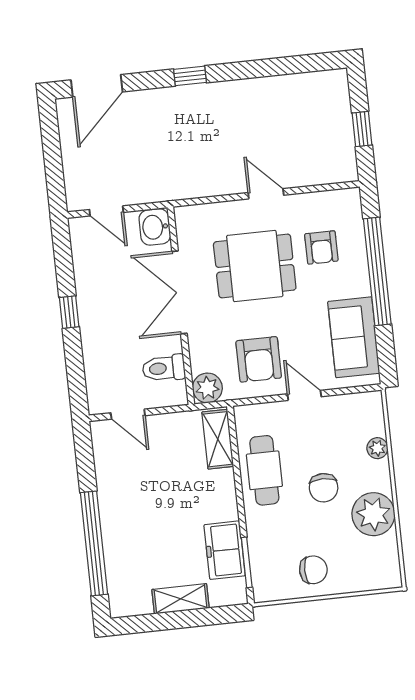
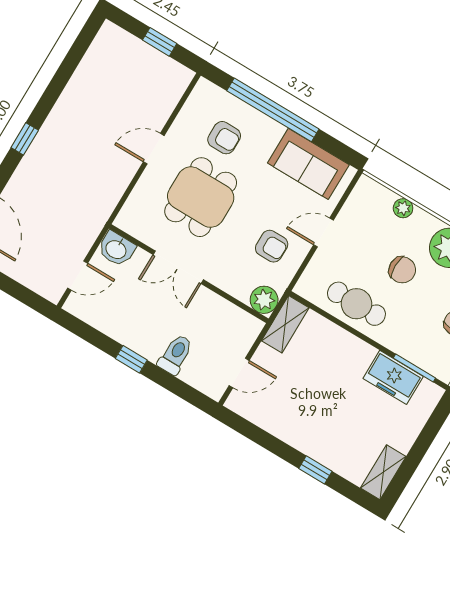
double door: (179, 292) -> (178, 267), width x0.73
armchair: (259, 359) -> (272, 246), width x0.72, depth x0.72
toilet: (164, 368) -> (176, 354), moved, turned 180
shelving: (218, 439) -> (285, 324), moved, turned 90
window: (94, 543) -> (315, 470), width x0.32
shelving: (180, 599) -> (383, 472), moved

